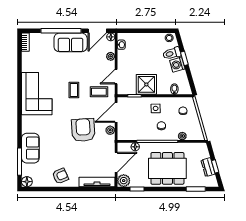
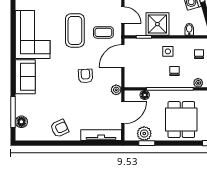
door: (116, 77) -> (123, 15), swing flipped
coffee table: (74, 90) -> (75, 30), width x1.86, depth x1.72
armchair: (83, 130) -> (86, 76), width x0.53, depth x0.53
plant: (110, 130) -> (116, 90), moved
sofa: (30, 148) -> (25, 77), moved
dining table: (167, 168) -> (181, 120), width x0.73
plant: (124, 181) -> (144, 133), moved
floor lamp: (27, 182) -> (21, 122), moved

